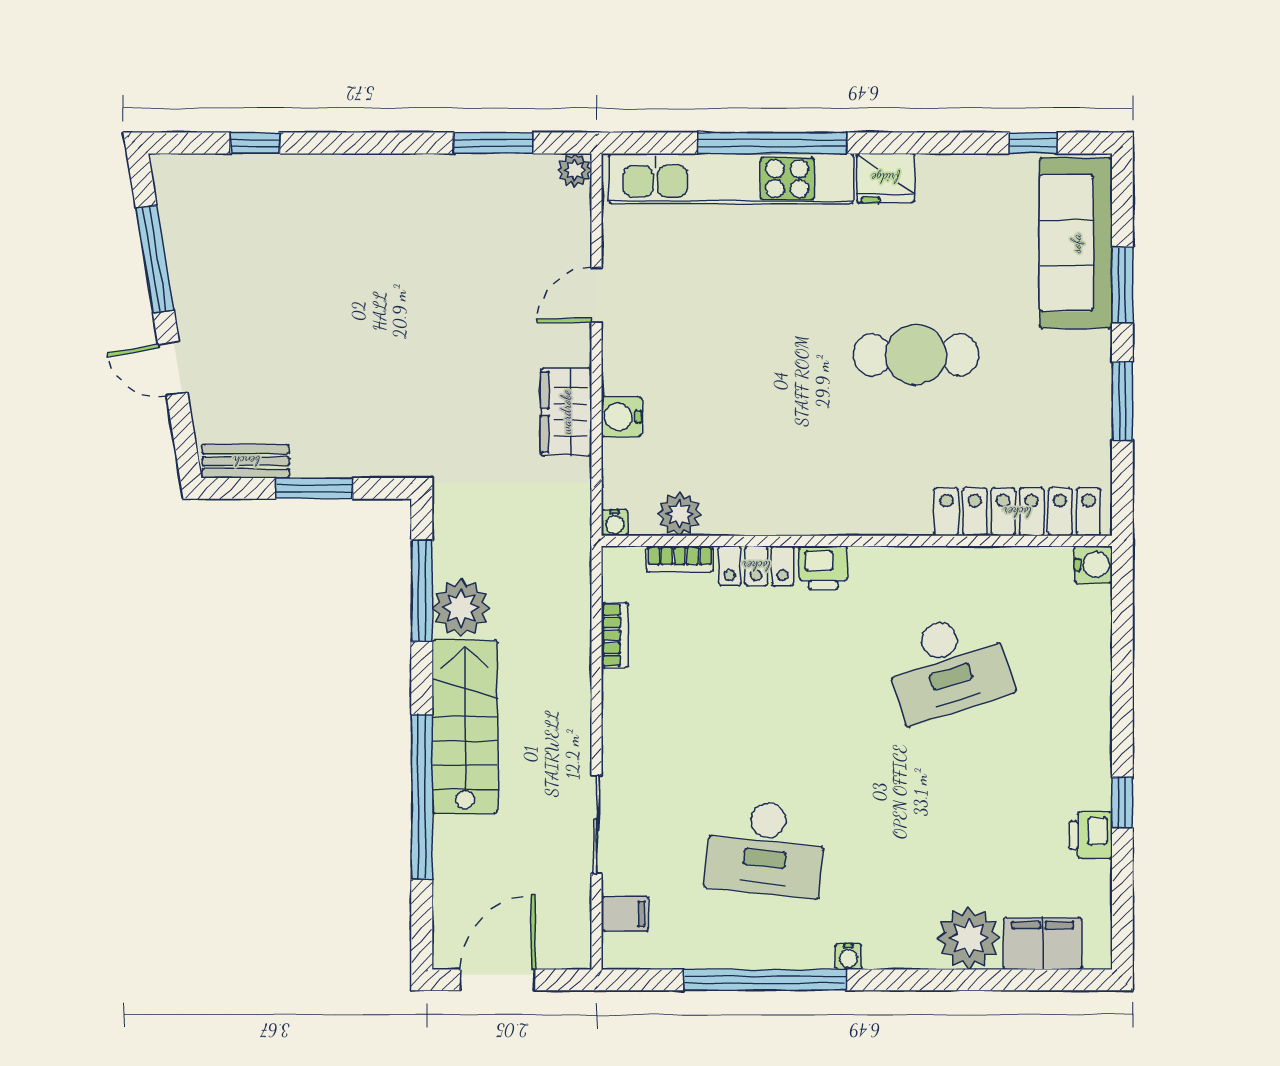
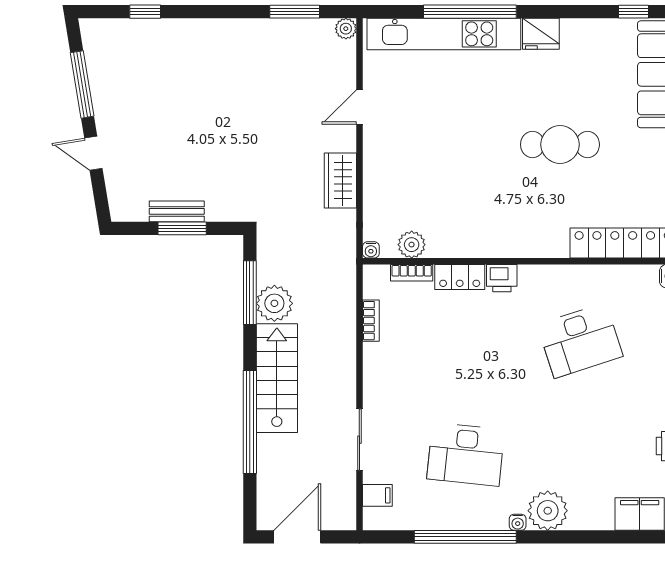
water cooler: (622, 417) -> (375, 183), removed
bench: (246, 461) -> (177, 211), moved
plant: (969, 938) -> (548, 511), moved

